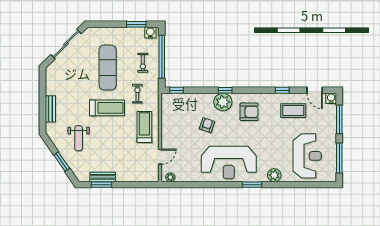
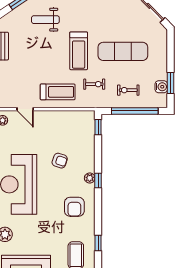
water cooler: (150, 33) -> (161, 87), moved
plant: (223, 102) -> (90, 178), width x0.53, depth x0.53

